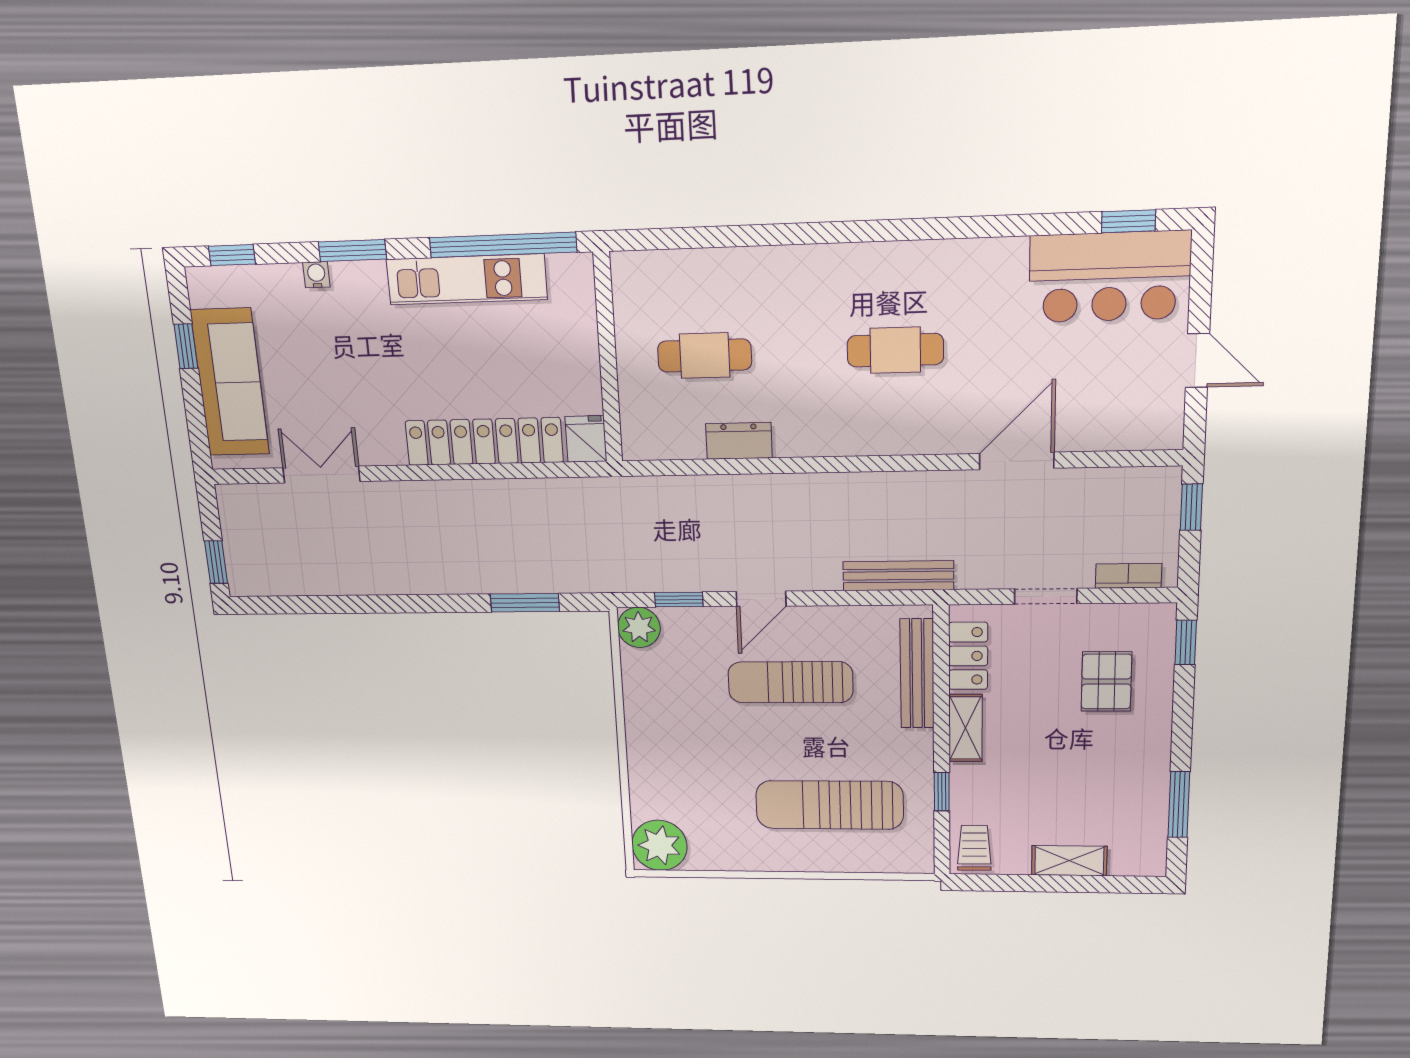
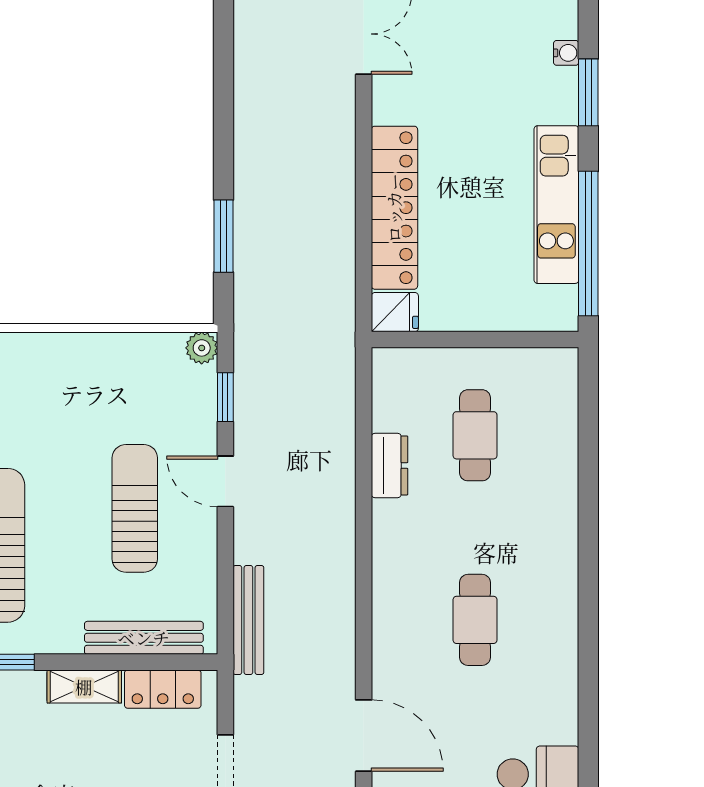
plant: (639, 627) -> (202, 348), width x0.73, depth x0.73

